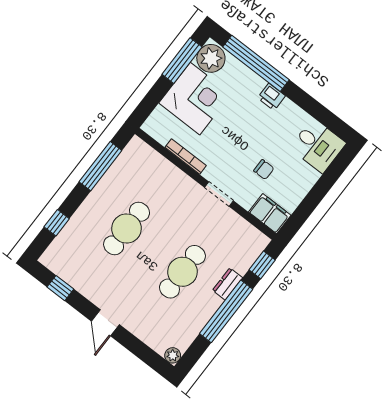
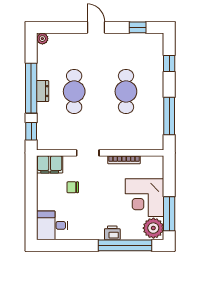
printer: (271, 97) -> (112, 233), moved
dresser: (227, 284) -> (43, 91), moved

